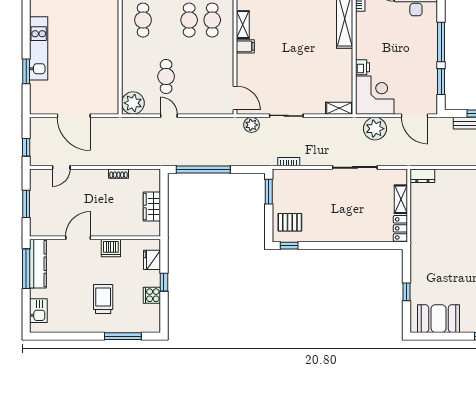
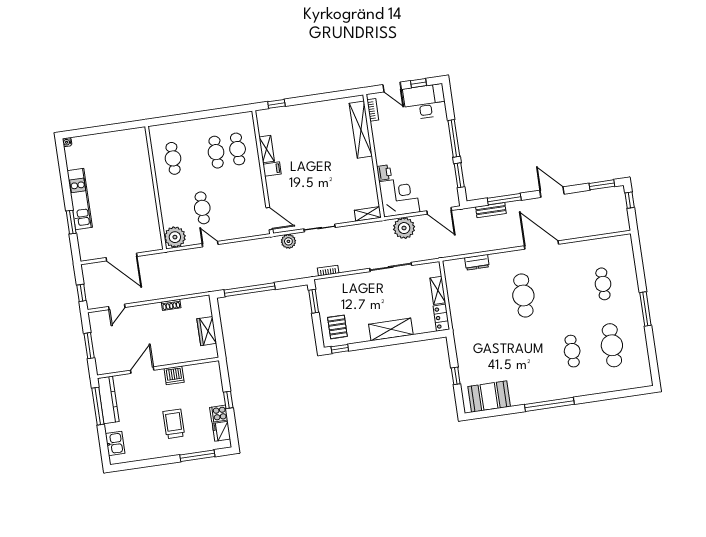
dresser: (422, 176) -> (477, 262), moved
pallet: (290, 222) -> (337, 327), turned 90
shelving: (346, 233) -> (391, 329), added
fridge: (152, 260) -> (221, 431), moved

